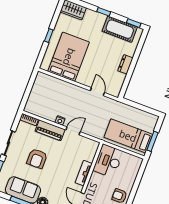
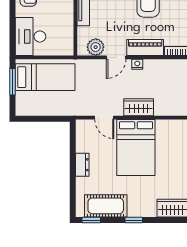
bed: (69, 57) -> (136, 148), moved
wardrobe: (70, 90) -> (139, 107), added
plant: (85, 144) -> (96, 47), added
desk: (108, 161) -> (31, 37), moved, turned 180

